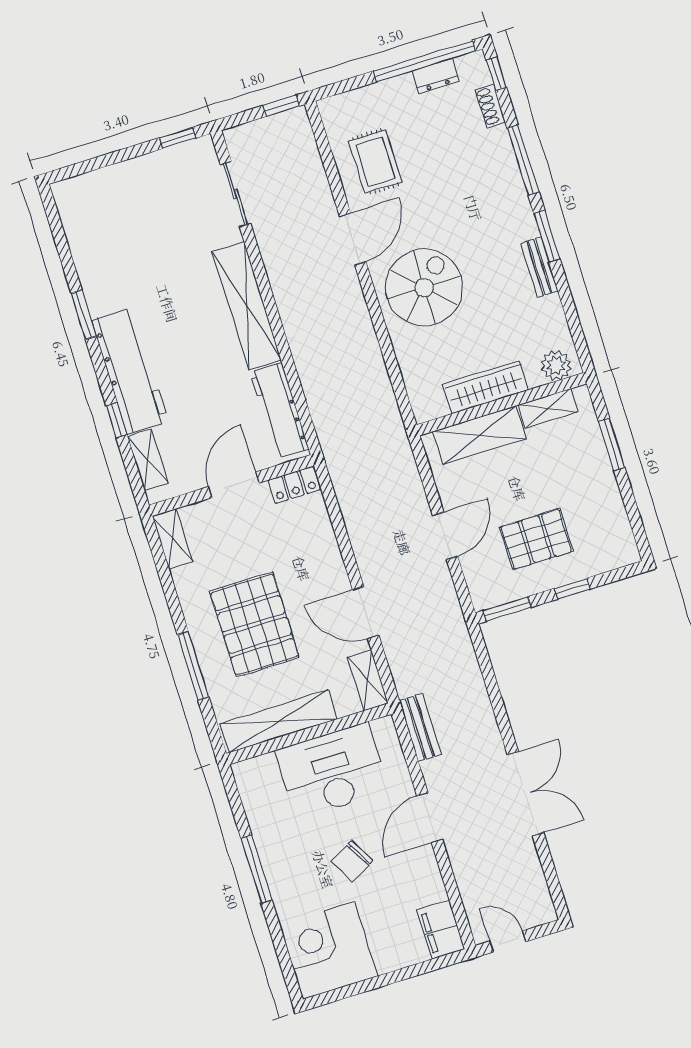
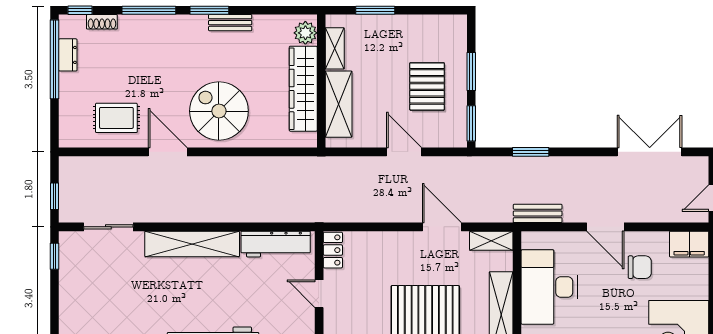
window: (281, 106) -> (55, 196), moved
wardrobe: (486, 387) -> (303, 89), width x1.40, depth x1.17
door: (234, 485) -> (319, 294), width x0.73
window: (572, 589) -> (471, 72), width x1.50
door: (366, 613) -> (442, 227), swing flipped
window: (495, 695) -> (531, 152), added
double door: (525, 794) -> (650, 152), moved
chair: (352, 861) -> (640, 267), moved, turned -60

